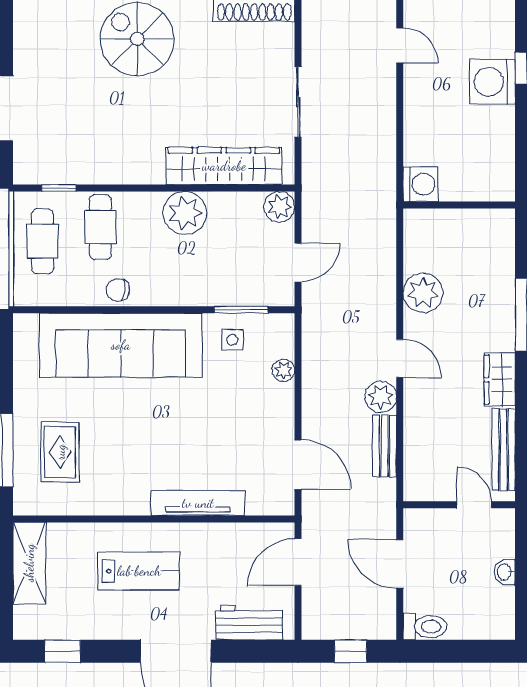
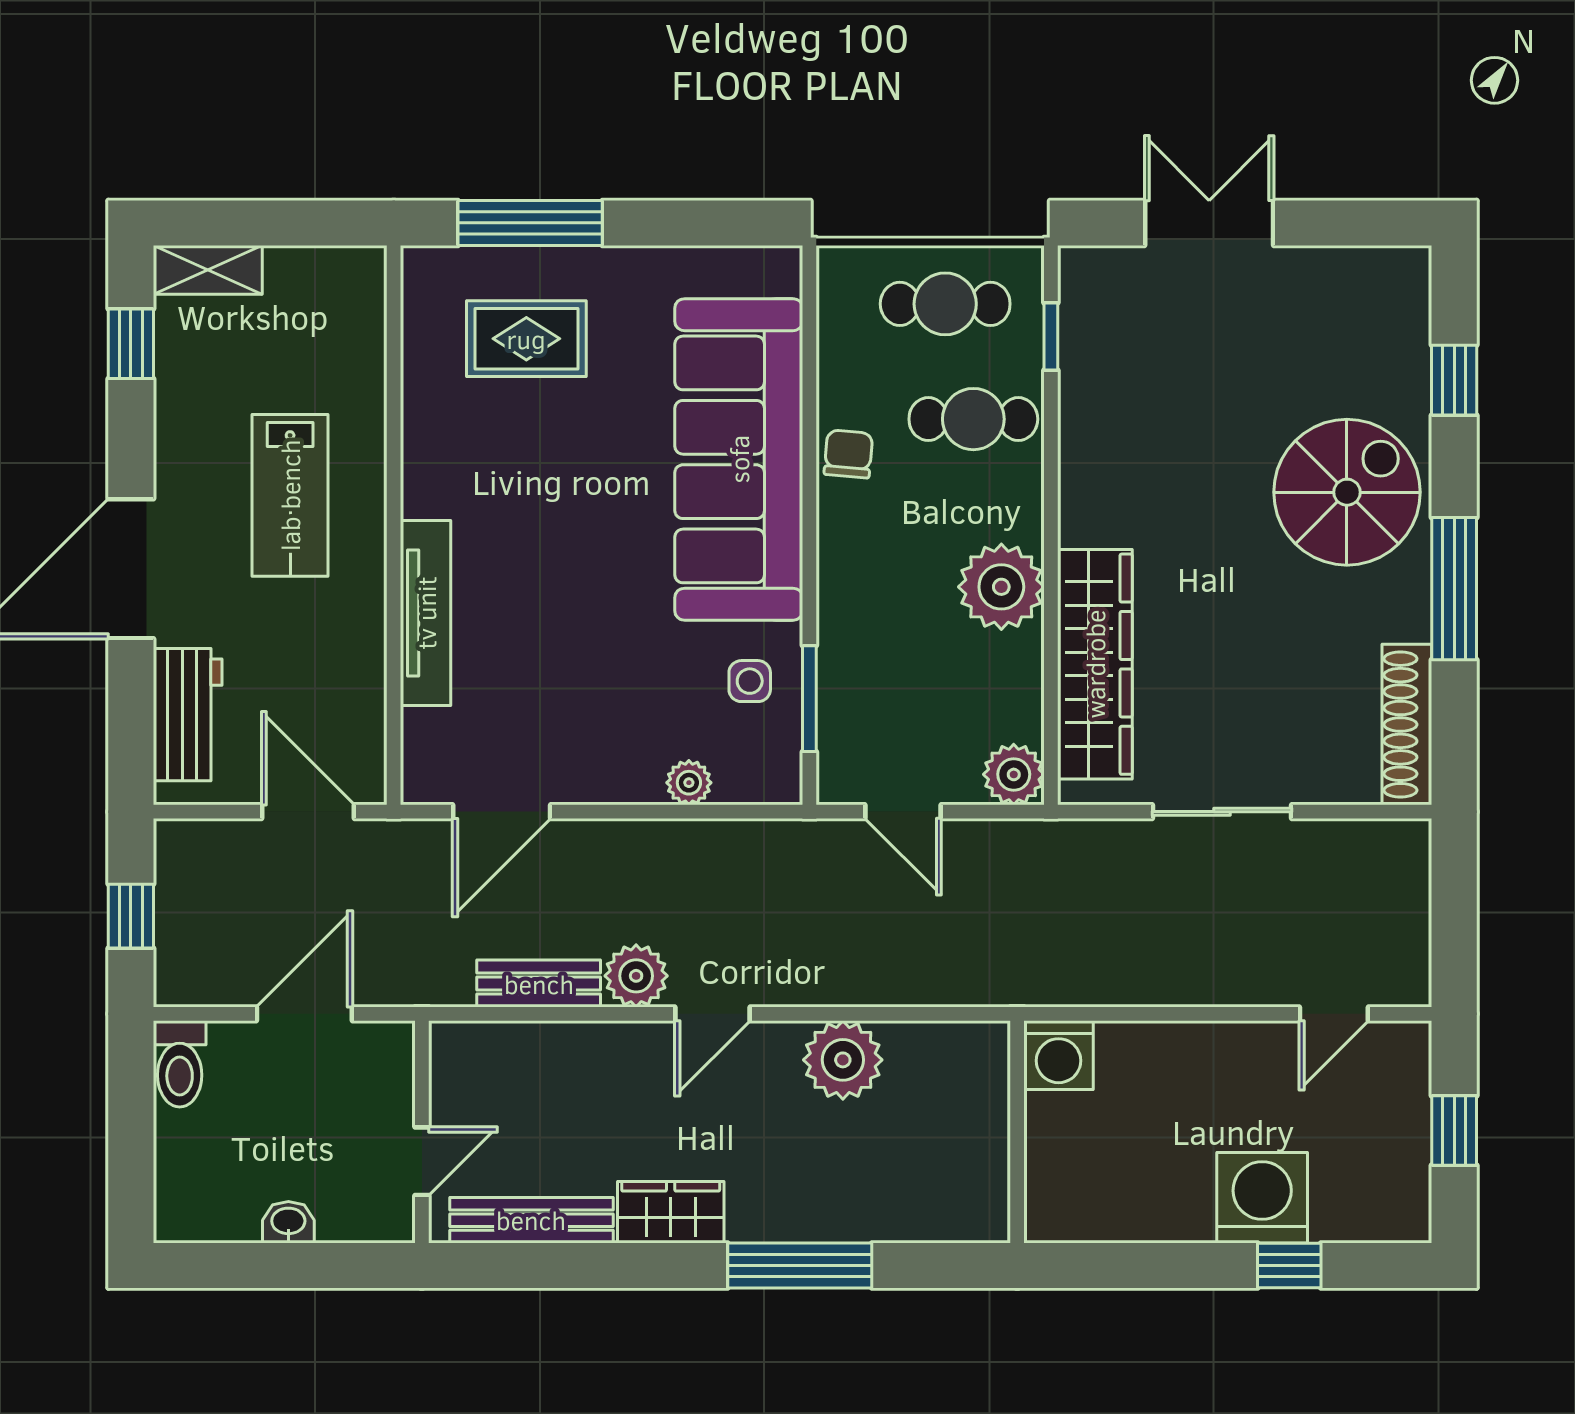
shelving: (29, 563) -> (208, 270), moved, width x0.67, depth x0.75

